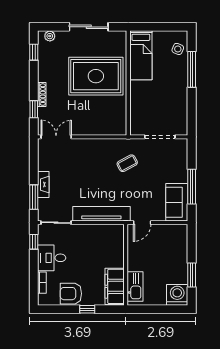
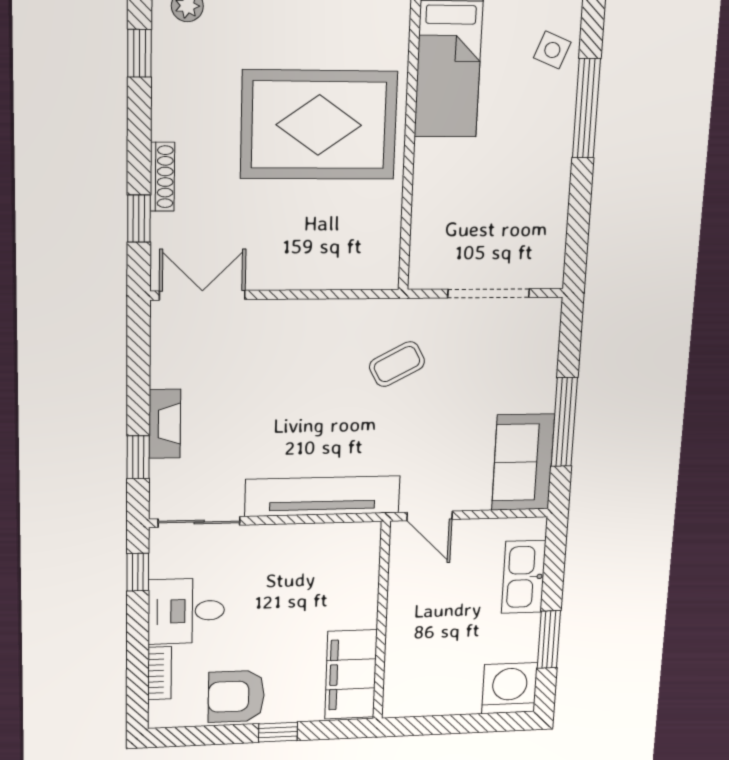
window: (34, 197) -> (138, 457), width x0.67
door: (142, 223) -> (430, 516), hinge flipped
kitchen sink: (135, 287) -> (524, 577), moved, turned 180

